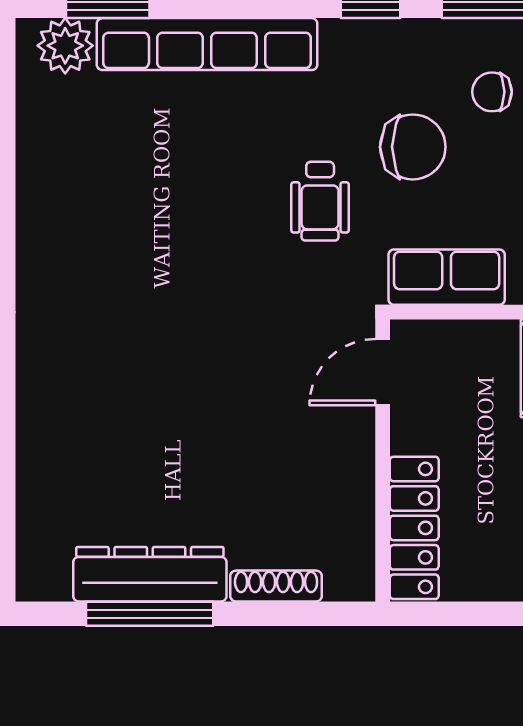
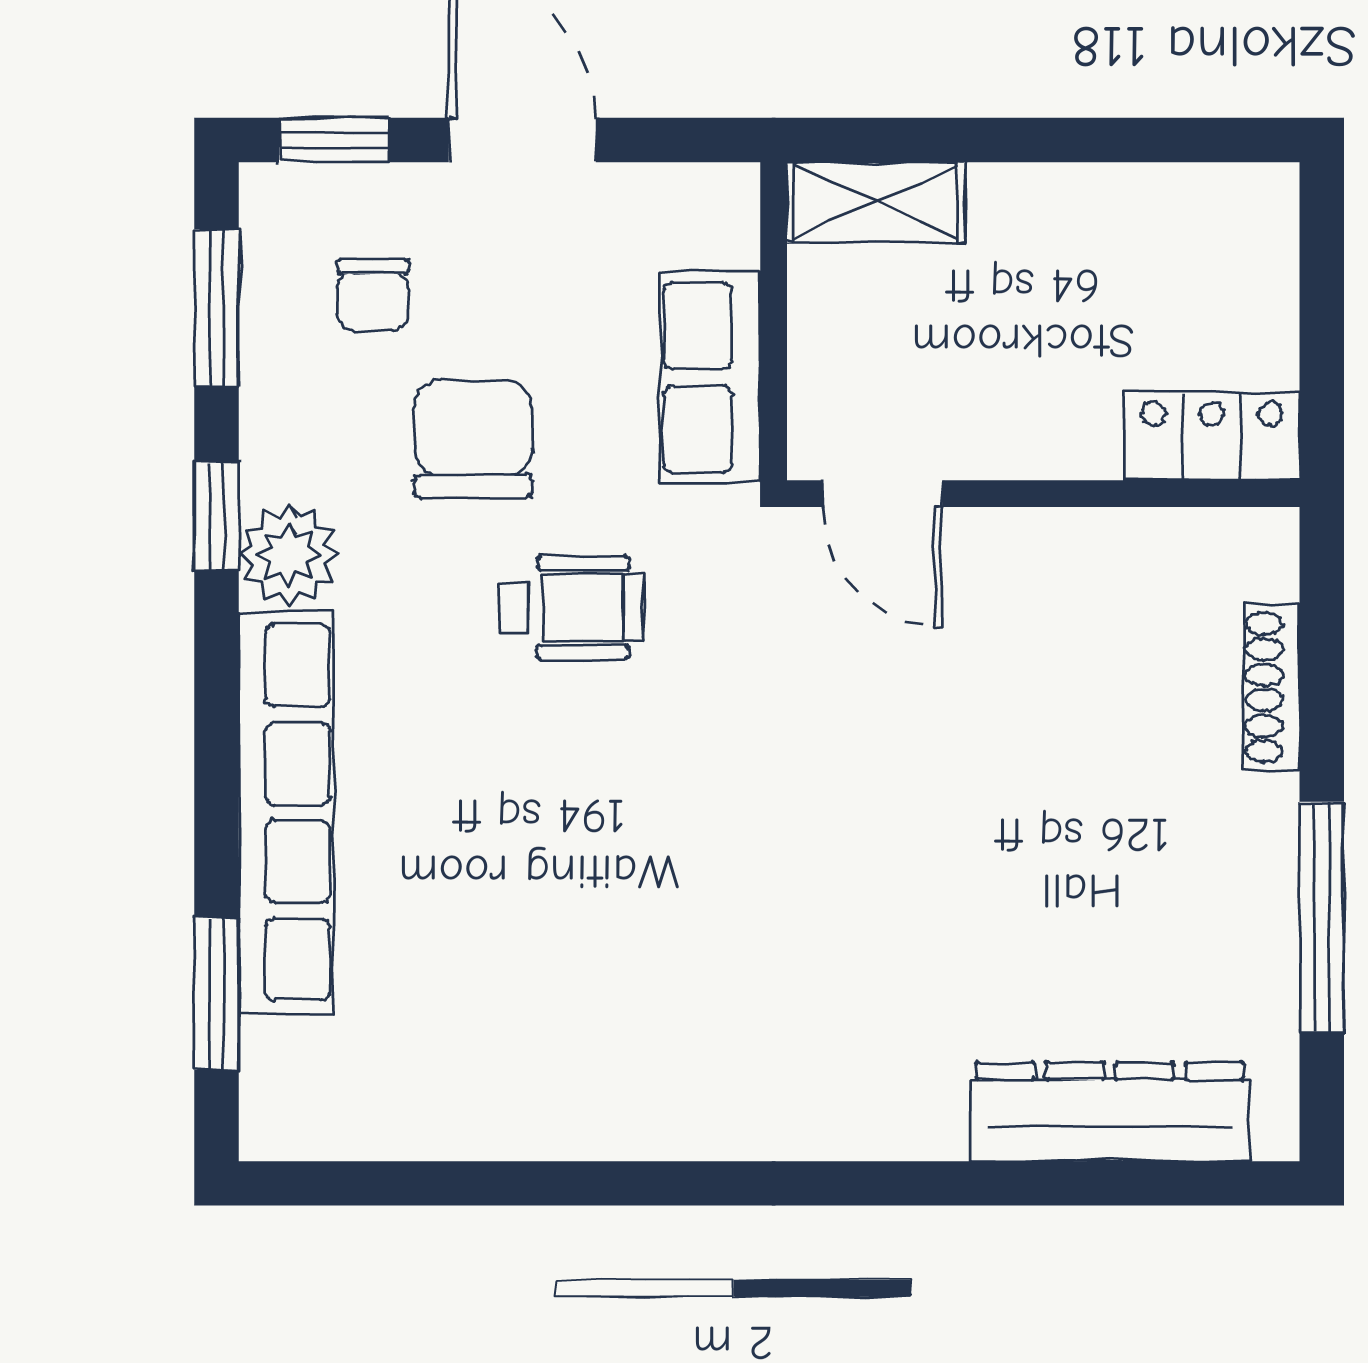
plant: (65, 46) -> (289, 555), moved
locker: (414, 528) -> (1212, 436), width x0.66
dresser: (150, 574) -> (1110, 1112), moved, turned 90

